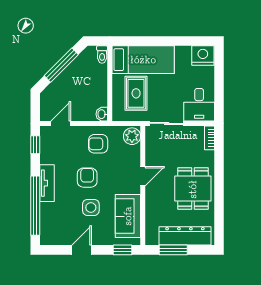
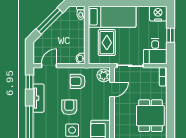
window: (219, 84) -> (170, 35), added
door: (143, 176) -> (112, 89), moved
tv unit: (47, 183) -> (38, 98), moved

